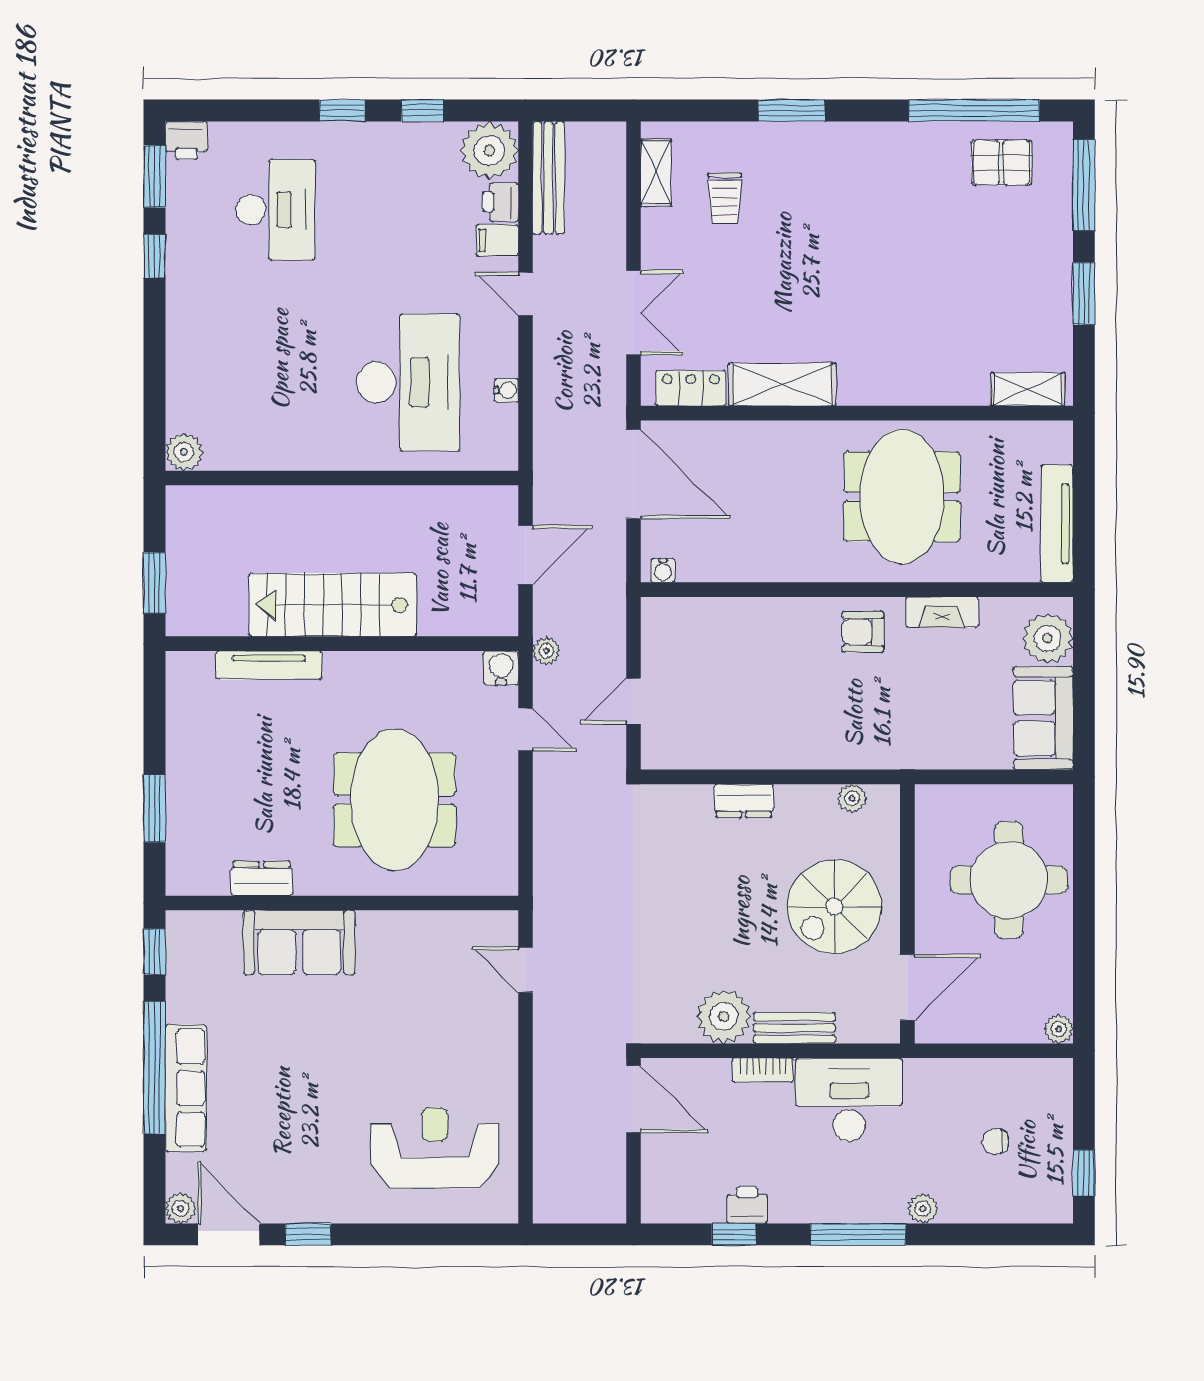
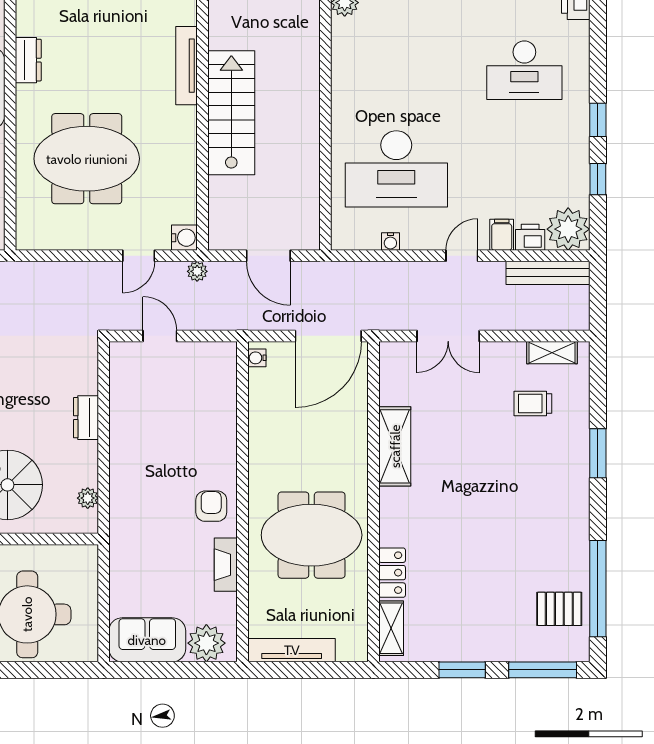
pallet: (1001, 163) -> (559, 609), turned 90
locker: (691, 388) -> (392, 573), moved

